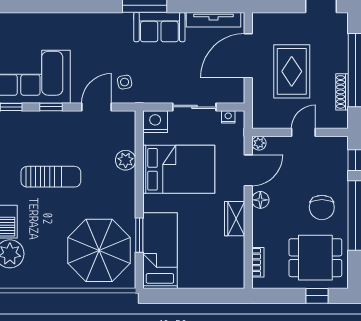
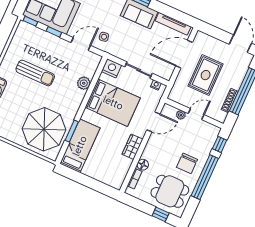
plant: (259, 143) -> (181, 115), moved
floor lamp: (260, 200) -> (143, 165), moved

